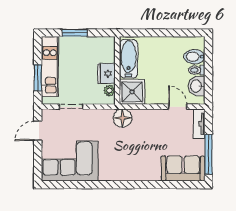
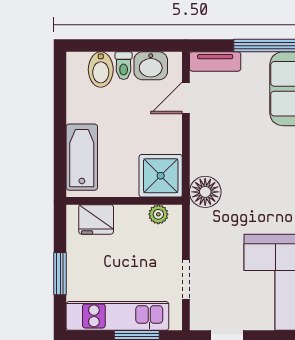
bathtub: (129, 59) -> (82, 157), moved, turned 90
fridge: (106, 74) -> (96, 219), moved

